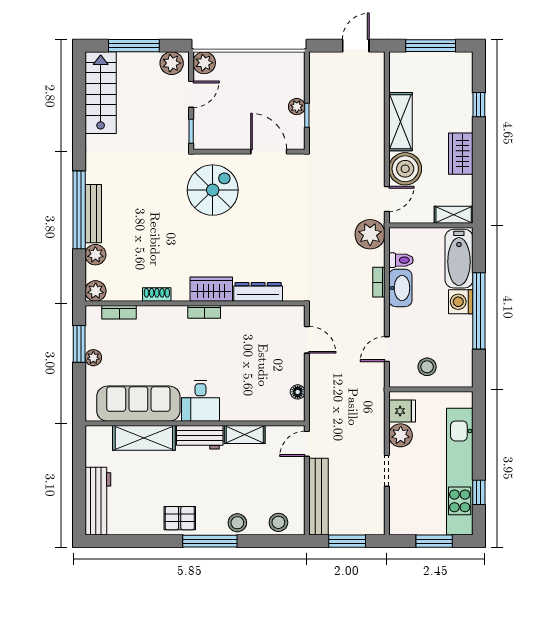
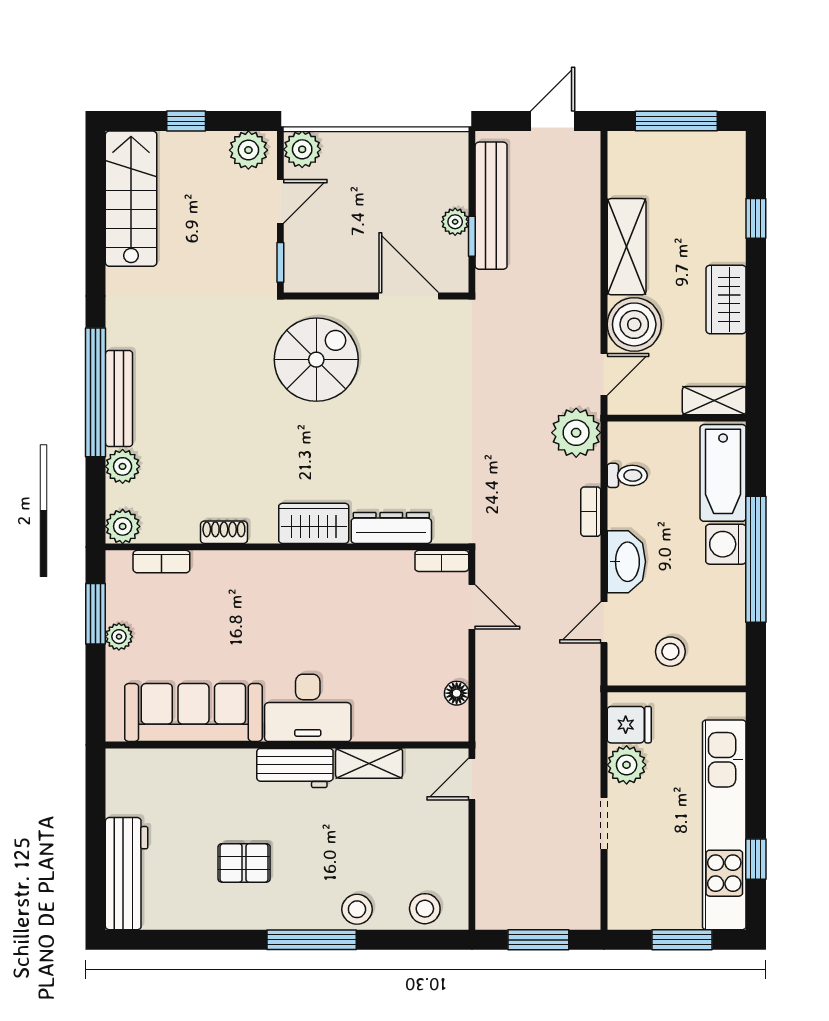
window: (134, 46) -> (186, 121), width x0.46
washbasin: (400, 288) -> (626, 562), moved
bookcase: (204, 312) -> (442, 561), moved
desk: (201, 401) -> (308, 708), width x1.37
shelving: (144, 438) -> (203, 769), removed
bench: (319, 497) -> (491, 206), moved
pallet: (180, 518) -> (244, 863), moved

